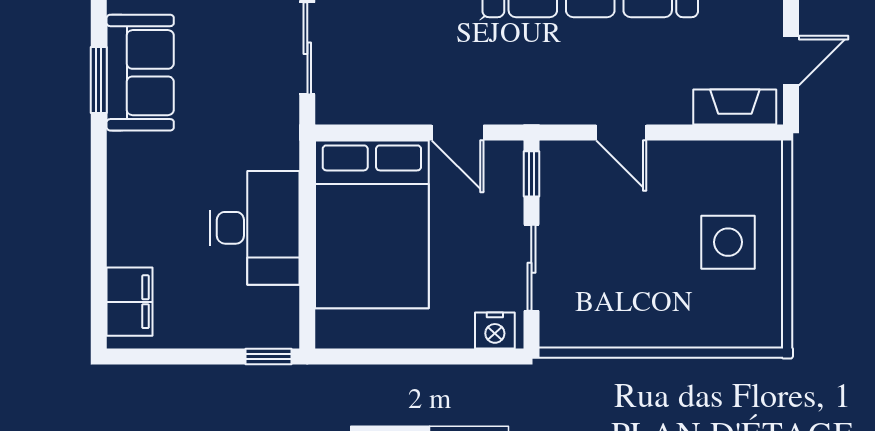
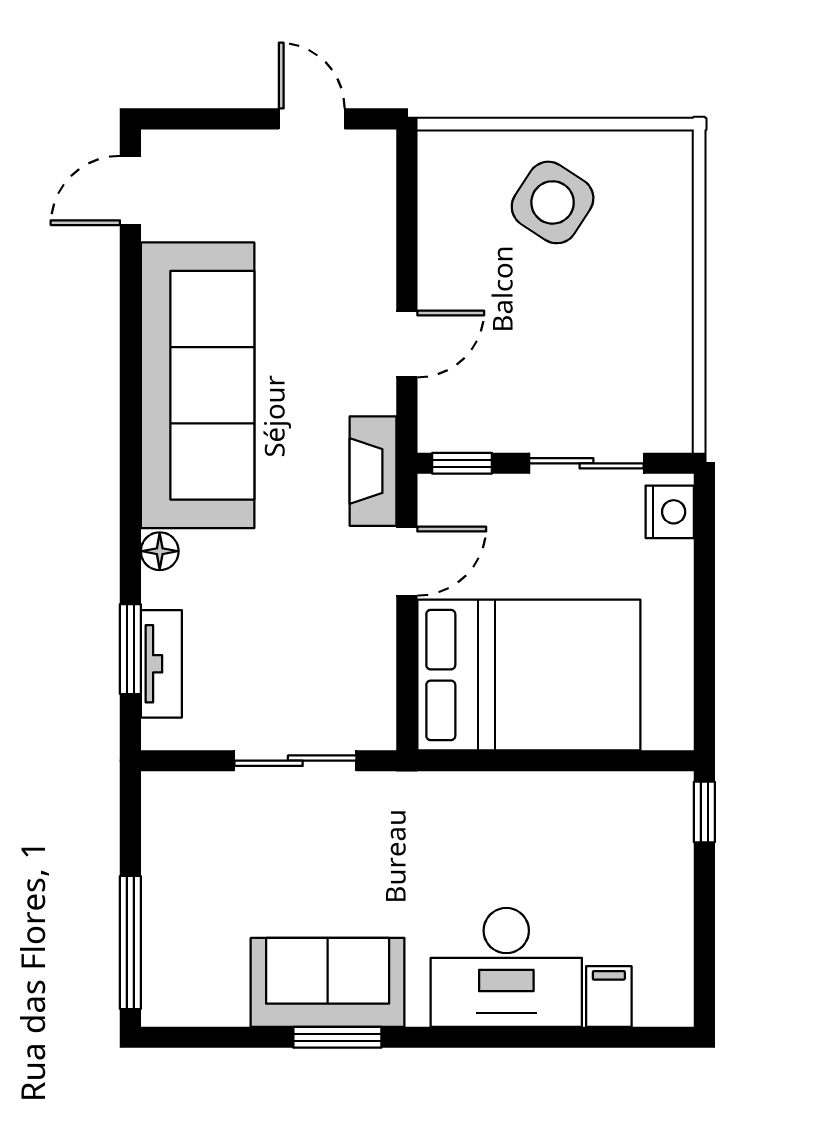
fireplace: (735, 107) -> (373, 471), moved
desk: (255, 228) -> (506, 967), moved, turned 180
side table: (728, 242) -> (553, 202), turned 33
filing cabinet: (130, 302) -> (609, 997), width x0.50

